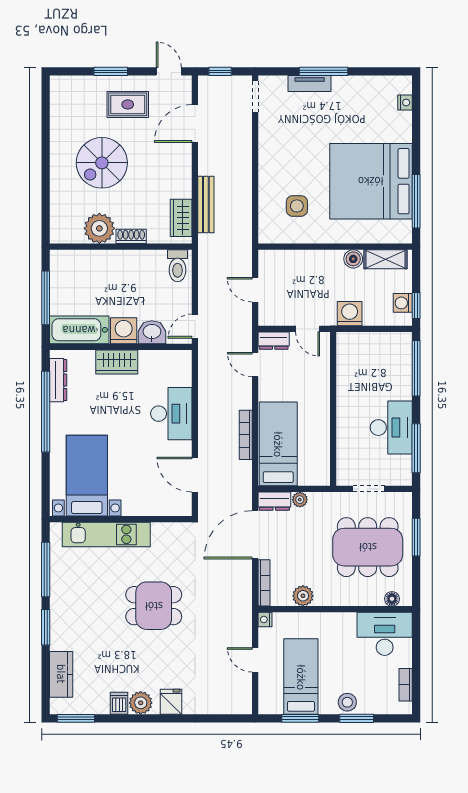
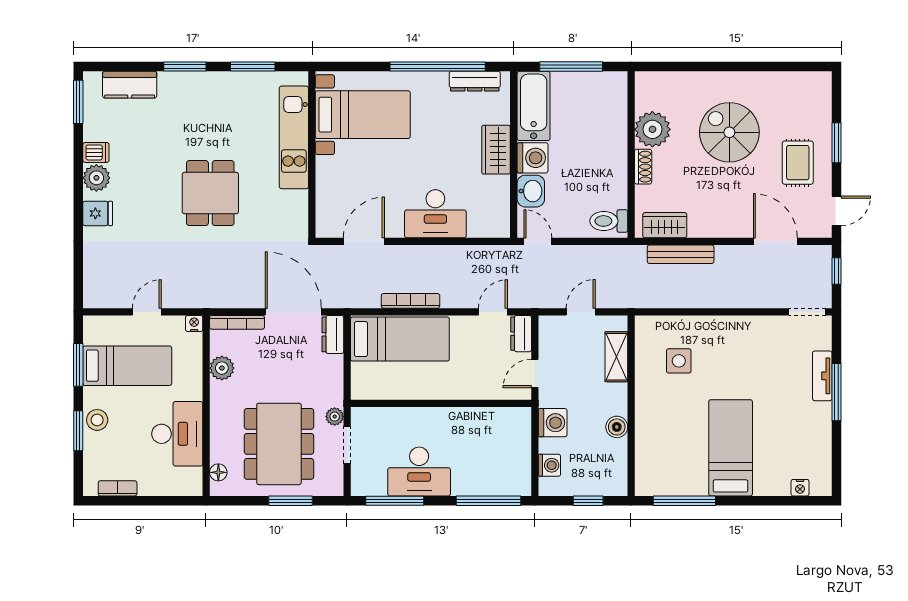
bed: (371, 181) -> (731, 448), width x0.49
shelving: (385, 259) -> (616, 357), moved
washing machine: (403, 303) -> (549, 465), moved, turned 90
window: (416, 306) -> (588, 501), moved
plant: (300, 500) -> (335, 417), moved
window: (46, 569) -> (253, 67), width x0.69
desk: (385, 634) -> (177, 434), moved

